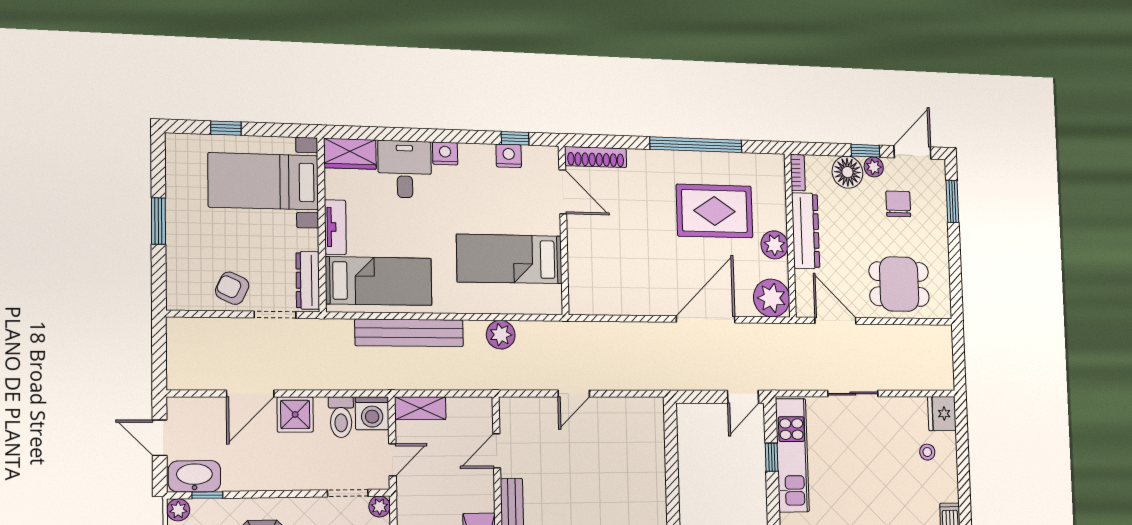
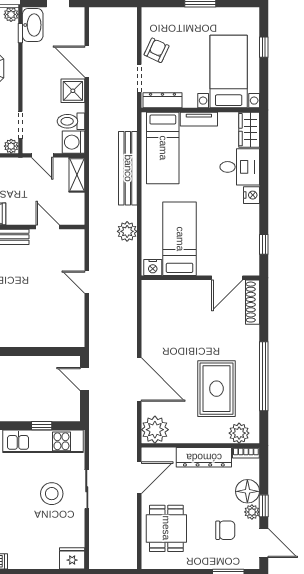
nightstand: (509, 156) -> (153, 267), moved, turned 90
plant: (774, 245) -> (239, 433), moved
door: (743, 397) -> (84, 379), moved
stool: (927, 452) -> (52, 494), moved, width x1.89, depth x1.89

